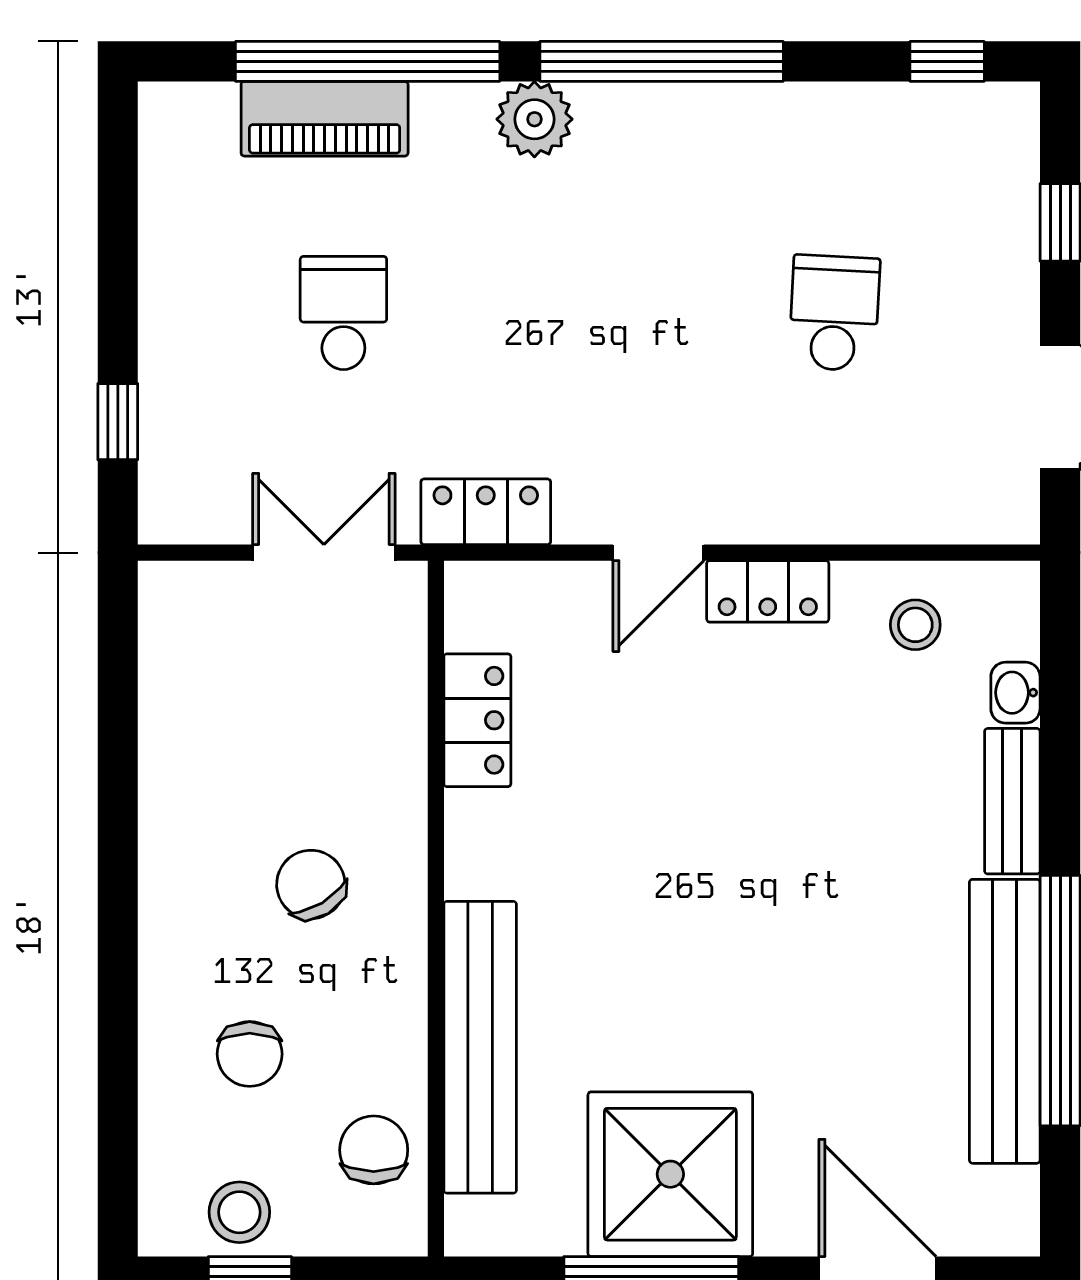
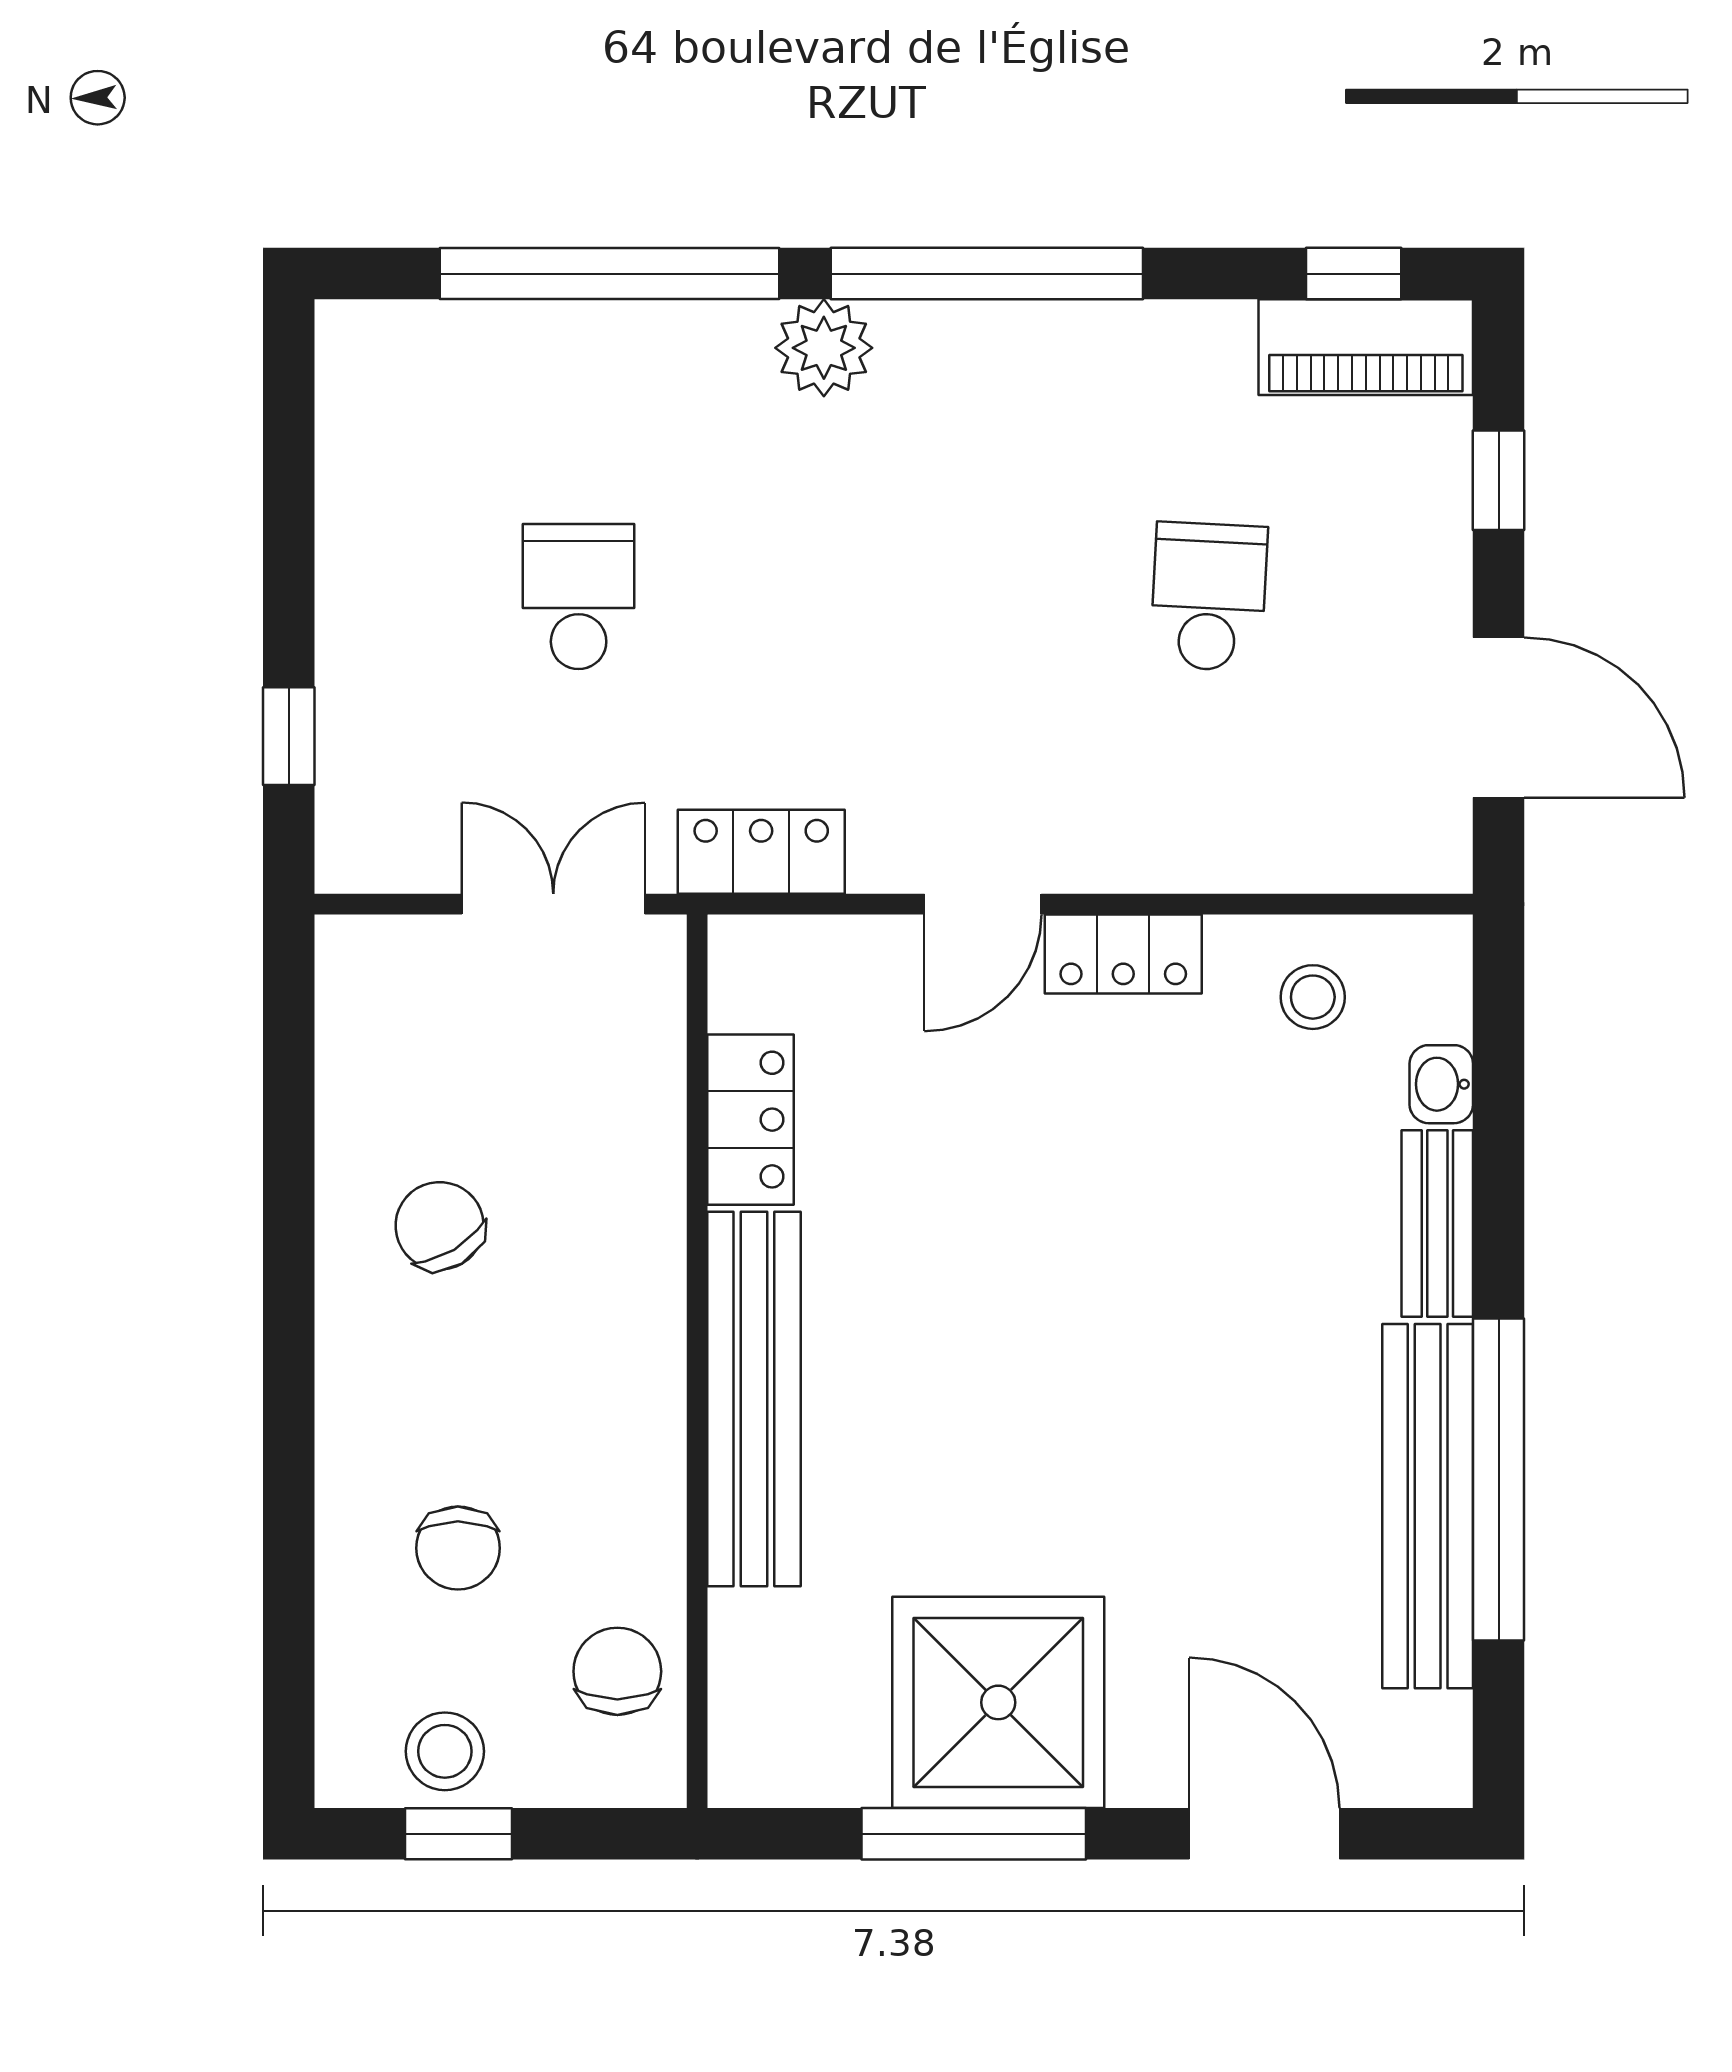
piano: (325, 119) -> (1366, 347), moved
chair: (311, 884) -> (440, 1226), moved
bench: (480, 1047) -> (754, 1399), moved

